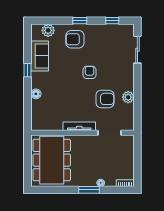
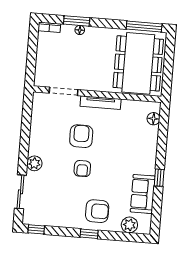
window: (112, 21) -> (36, 229), moved
floor lamp: (36, 94) -> (154, 119), moved
plant: (128, 97) -> (34, 163), moved
armchair: (105, 99) -> (81, 136), moved, turned 90
window: (49, 190) -> (144, 26), added
window: (89, 190) -> (77, 21), moved

